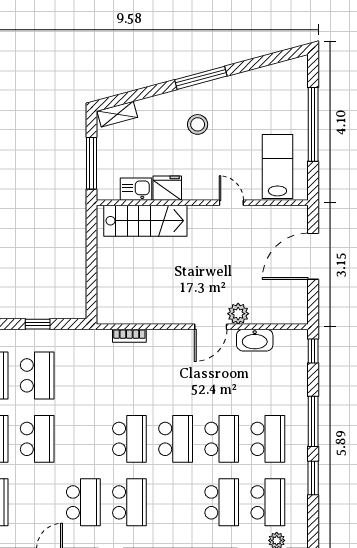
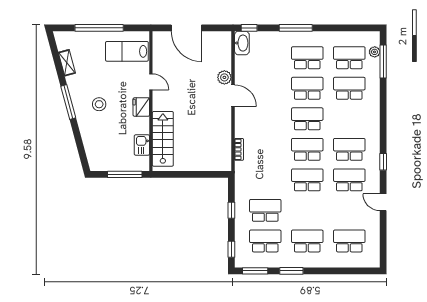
shelving: (117, 114) -> (67, 63), moved
fridge: (167, 188) -> (141, 107), moved
door: (231, 203) -> (151, 82), swing flipped
washbasin: (255, 340) -> (242, 43), moved
school desk: (37, 439) -> (307, 180), moved
window: (313, 478) -> (333, 28), removed

